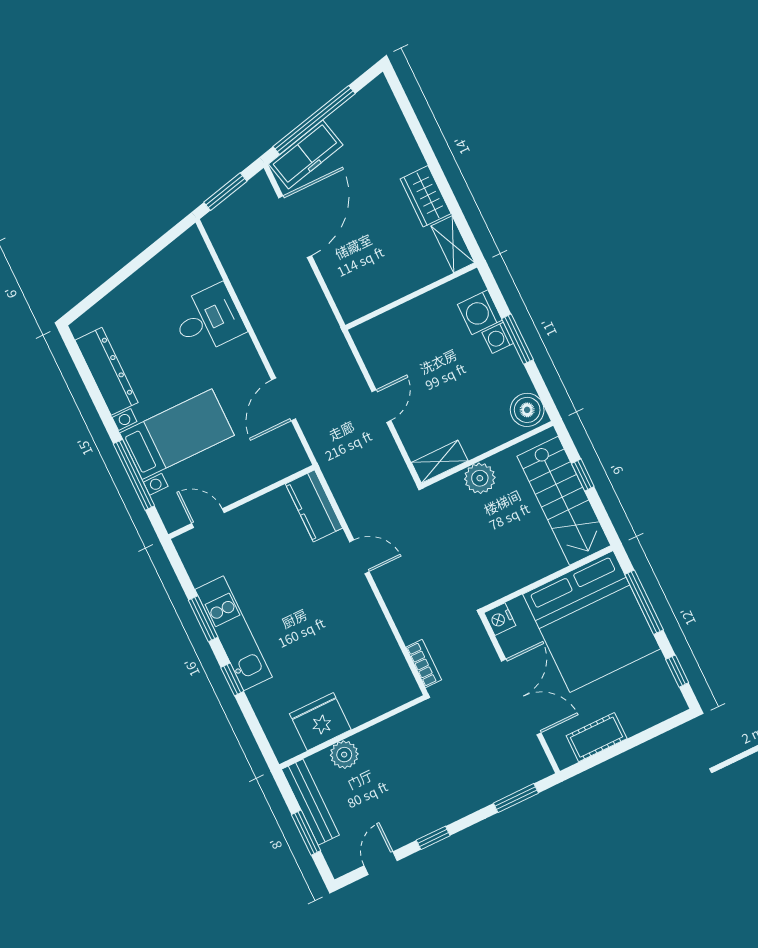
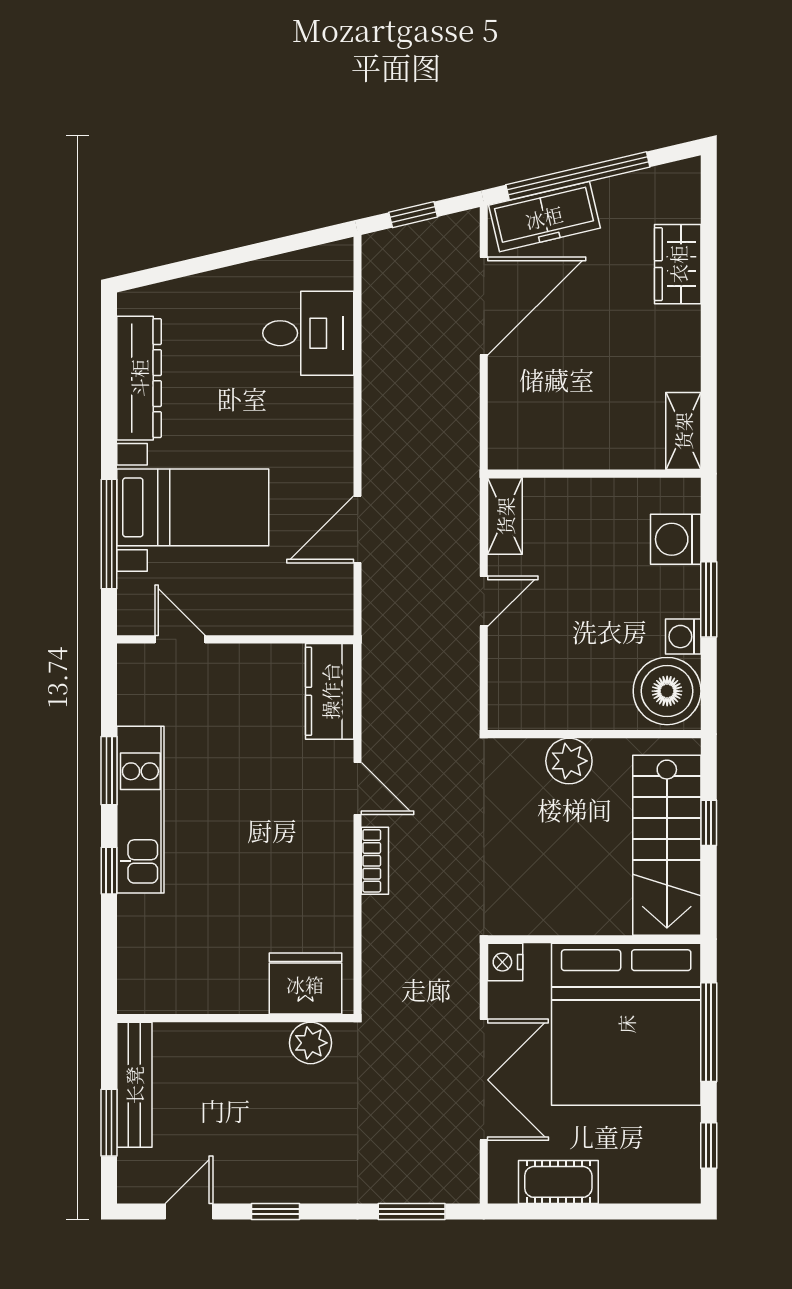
window: (225, 192) -> (413, 215), width x0.67
wardrobe: (426, 196) -> (678, 264), moved
desk: (208, 319) -> (308, 333), moved
washing machine: (498, 338) -> (683, 637), moved
boiler: (527, 410) -> (667, 691), width x1.37, depth x1.37
shelving: (440, 462) -> (505, 516), moved, turned 90
bookcase: (424, 664) -> (375, 861), moved
fridge: (320, 722) -> (305, 984), moved
plant: (344, 755) -> (311, 1043), moved

